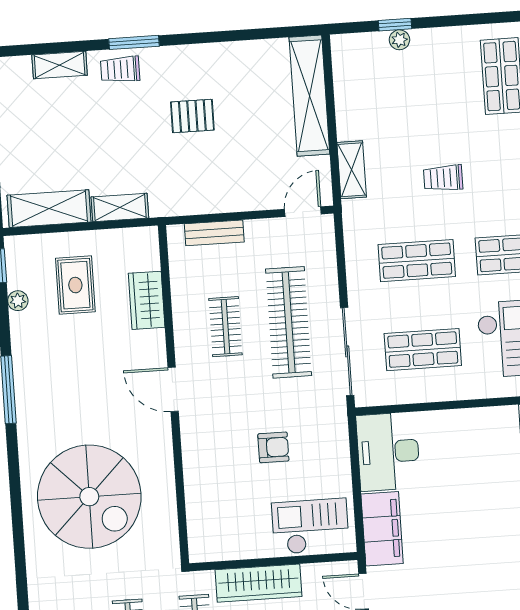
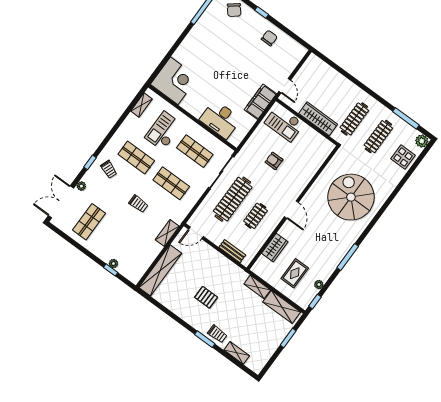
desk: (388, 452) -> (220, 119), moved, turned 90

